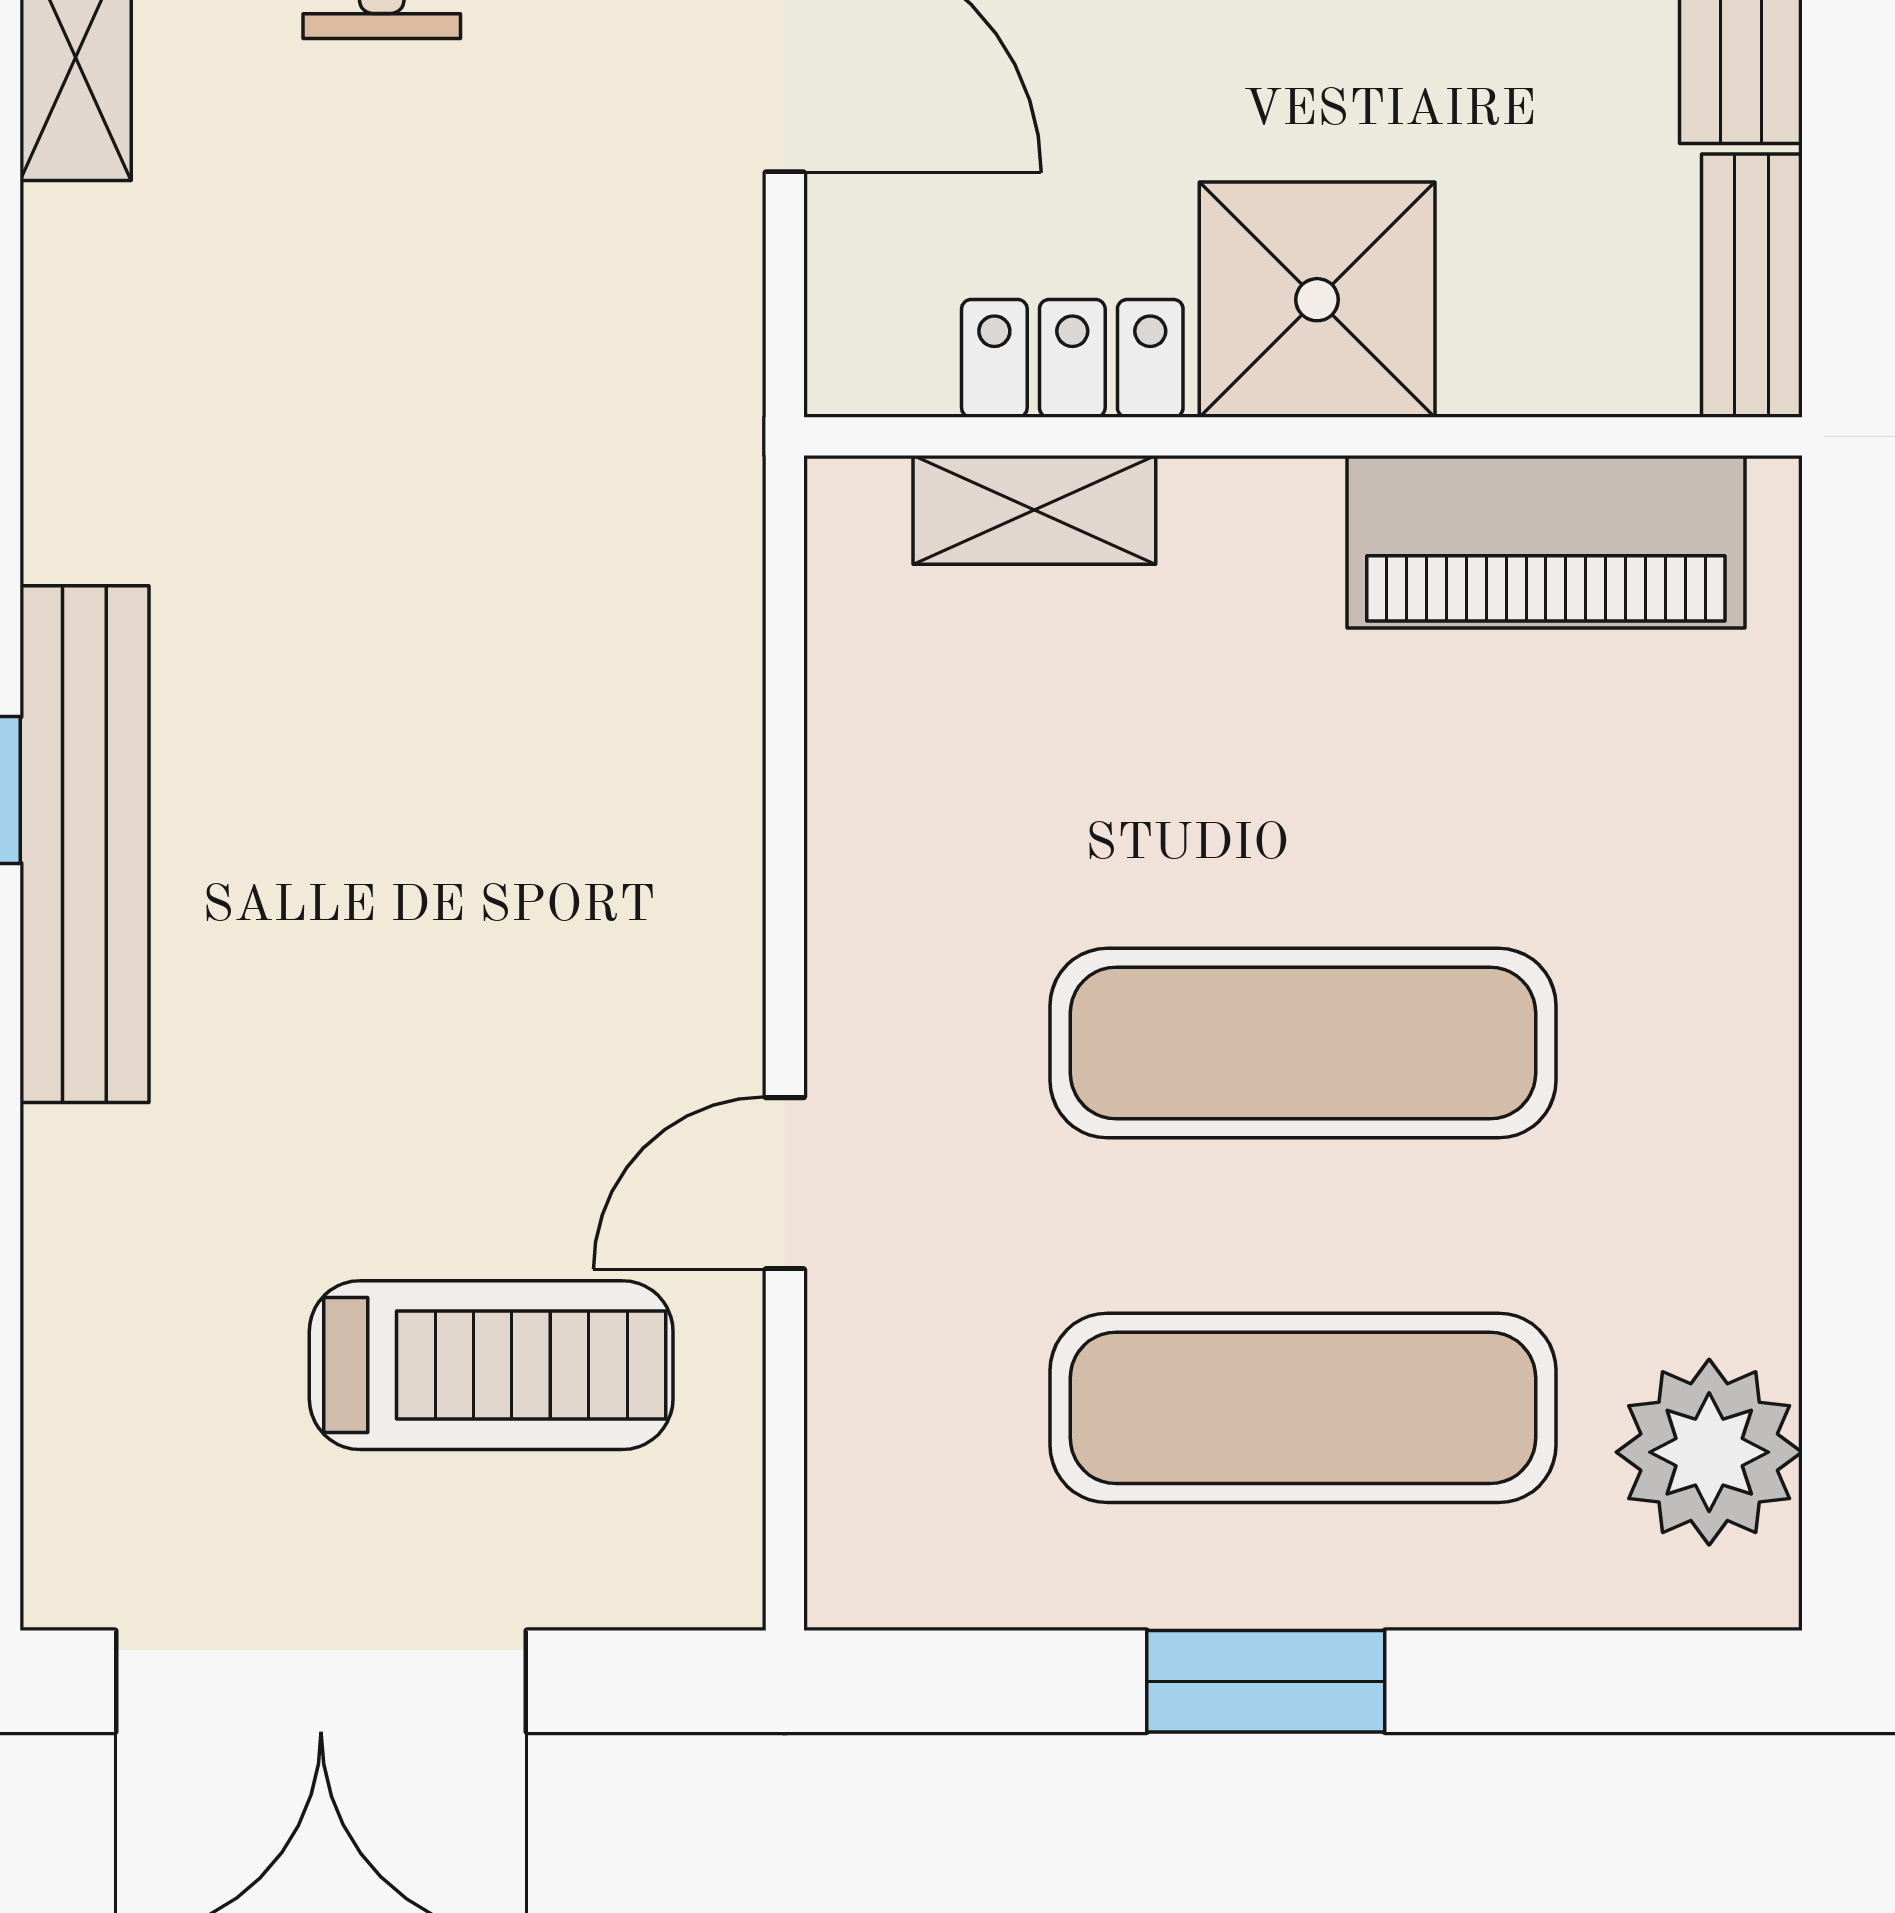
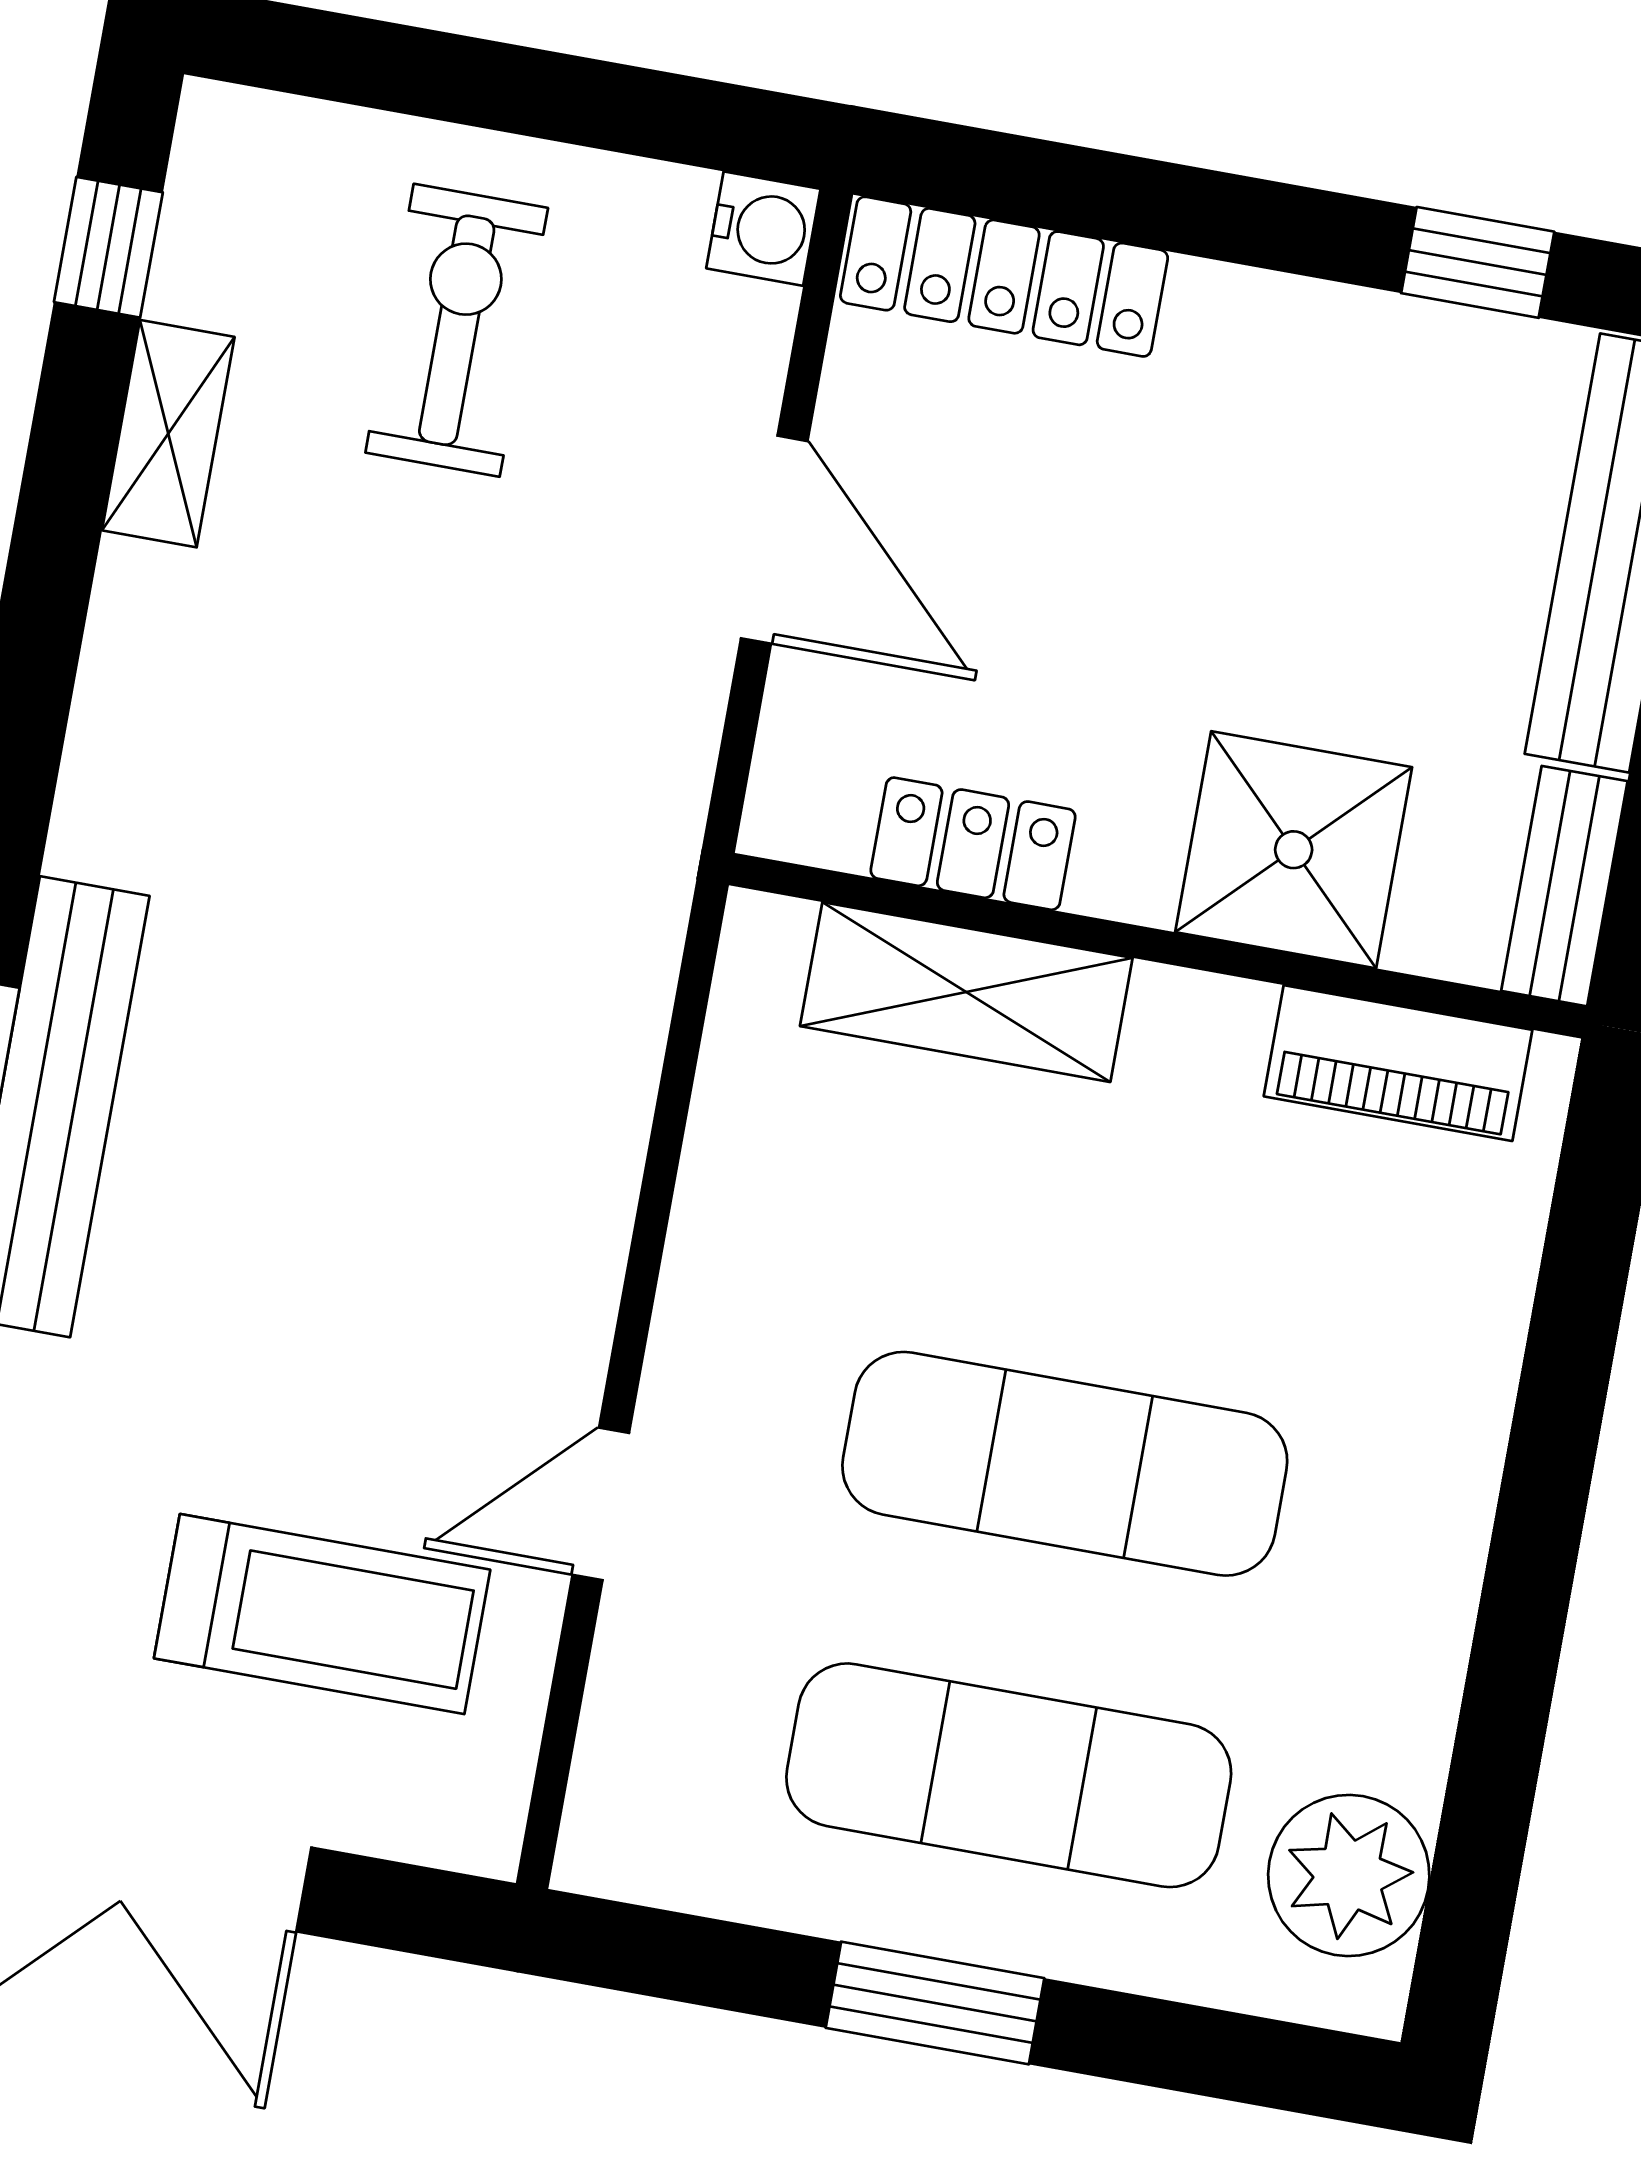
shower: (1317, 300) -> (1294, 850), moved
shelving: (1034, 510) -> (966, 992), width x1.50, depth x1.33
piano: (1546, 542) -> (1398, 1063), width x0.73, depth x0.75

